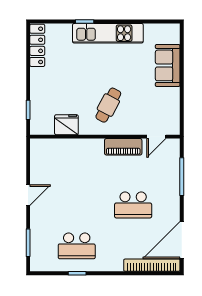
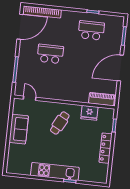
locker: (37, 45) -> (106, 148), moved
sofa: (168, 65) -> (19, 129), moved
door: (156, 137) -> (30, 98), hinge flipped
piano: (123, 147) -> (102, 99), moved
door: (28, 195) -> (120, 68), width x1.88

